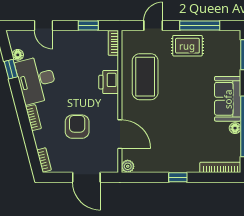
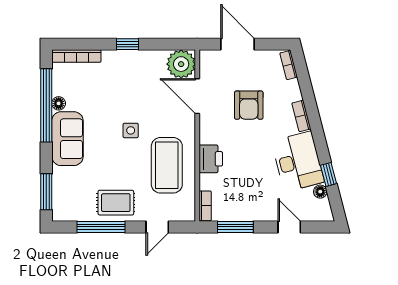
window: (88, 26) -> (235, 227), width x1.50
side table: (175, 106) -> (131, 130), added
plant: (128, 166) -> (181, 64), width x1.88, depth x1.88

